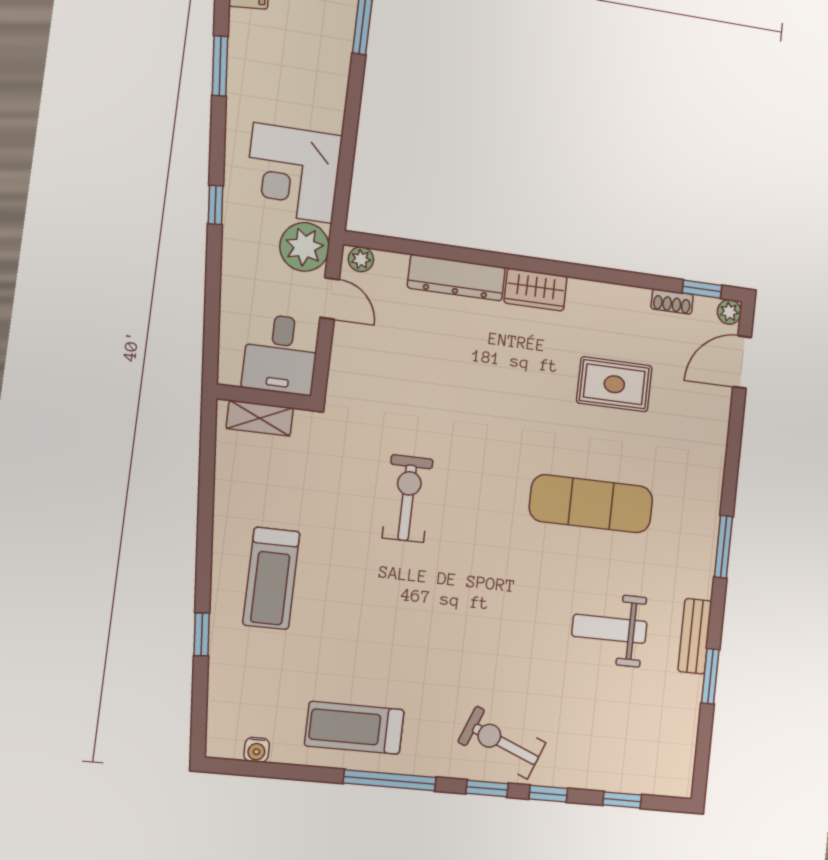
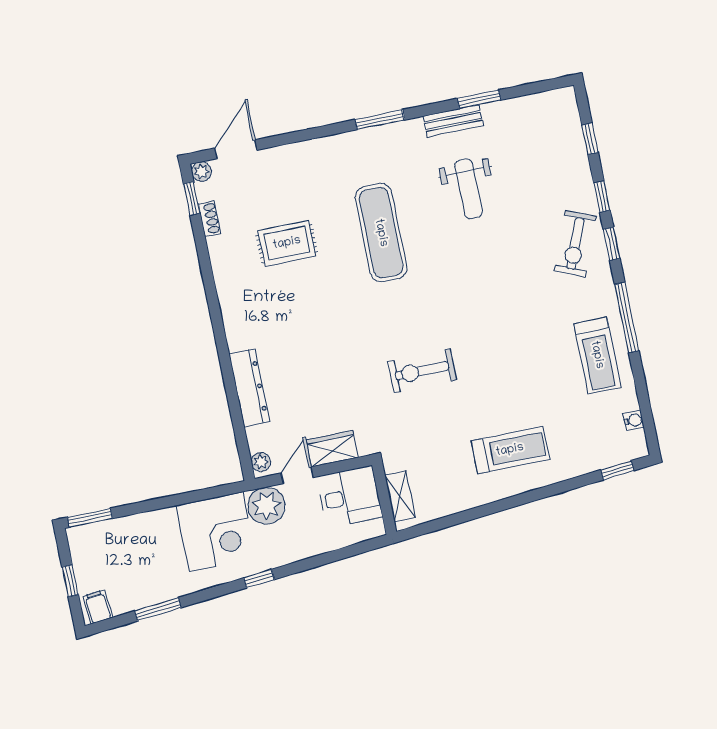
wardrobe: (536, 290) -> (332, 449), moved, turned -90
door: (742, 362) -> (236, 149), swing flipped
rug: (614, 384) -> (287, 243), turned 90
window: (202, 634) -> (617, 470), moved

